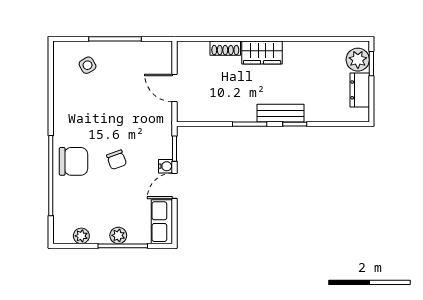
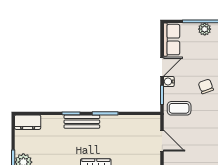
dresser: (360, 90) -> (28, 122), moved, turned 90
coffee table: (152, 131) -> (179, 108), added

